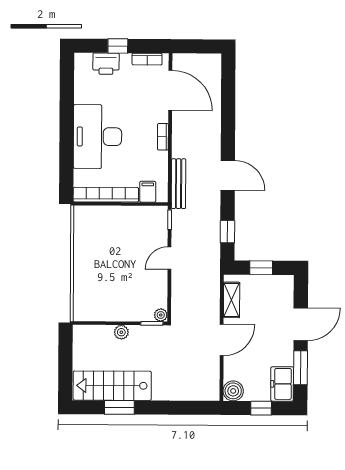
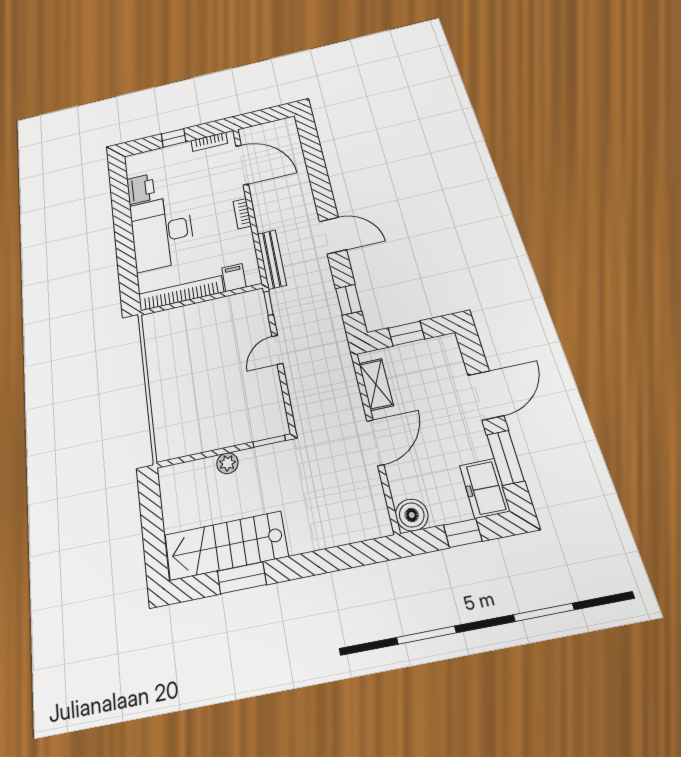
printer: (106, 64) -> (141, 189), moved, turned -90
plant: (161, 315) -> (280, 427), removed

